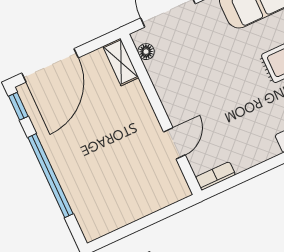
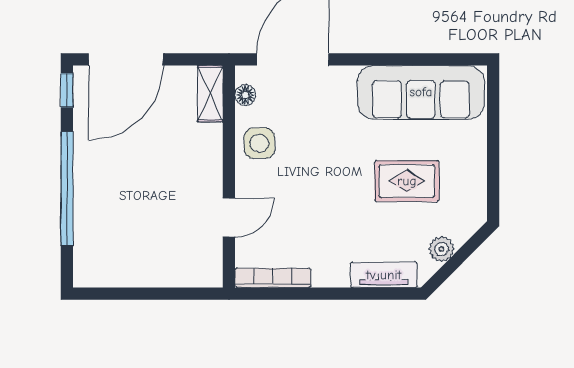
side table: (172, 81) -> (259, 143), added
bookcase: (215, 176) -> (273, 278), width x1.56

